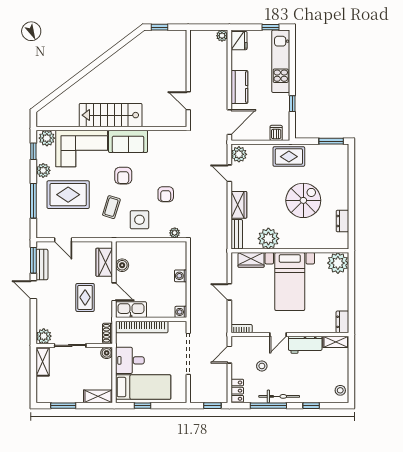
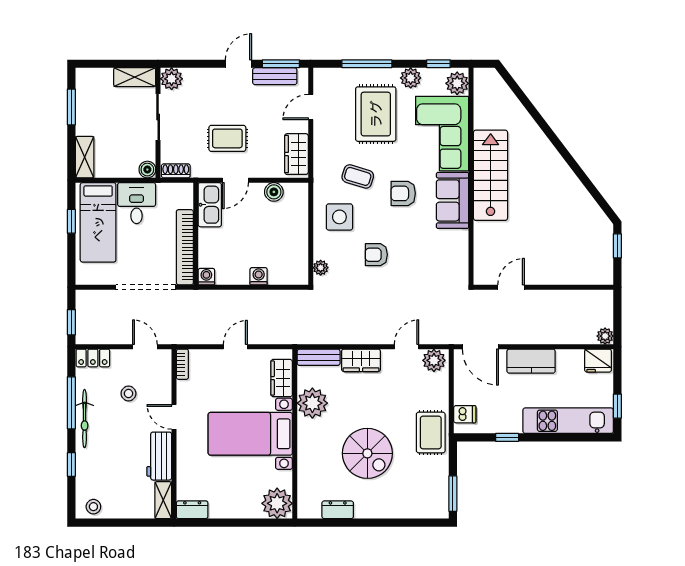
wardrobe: (104, 262) -> (296, 154), moved, turned -90
bookcase: (142, 327) -> (185, 247), moved

